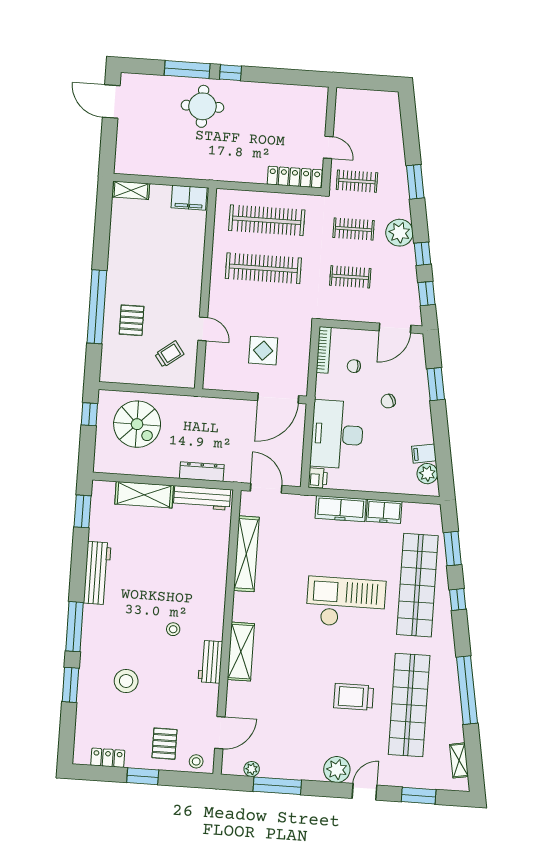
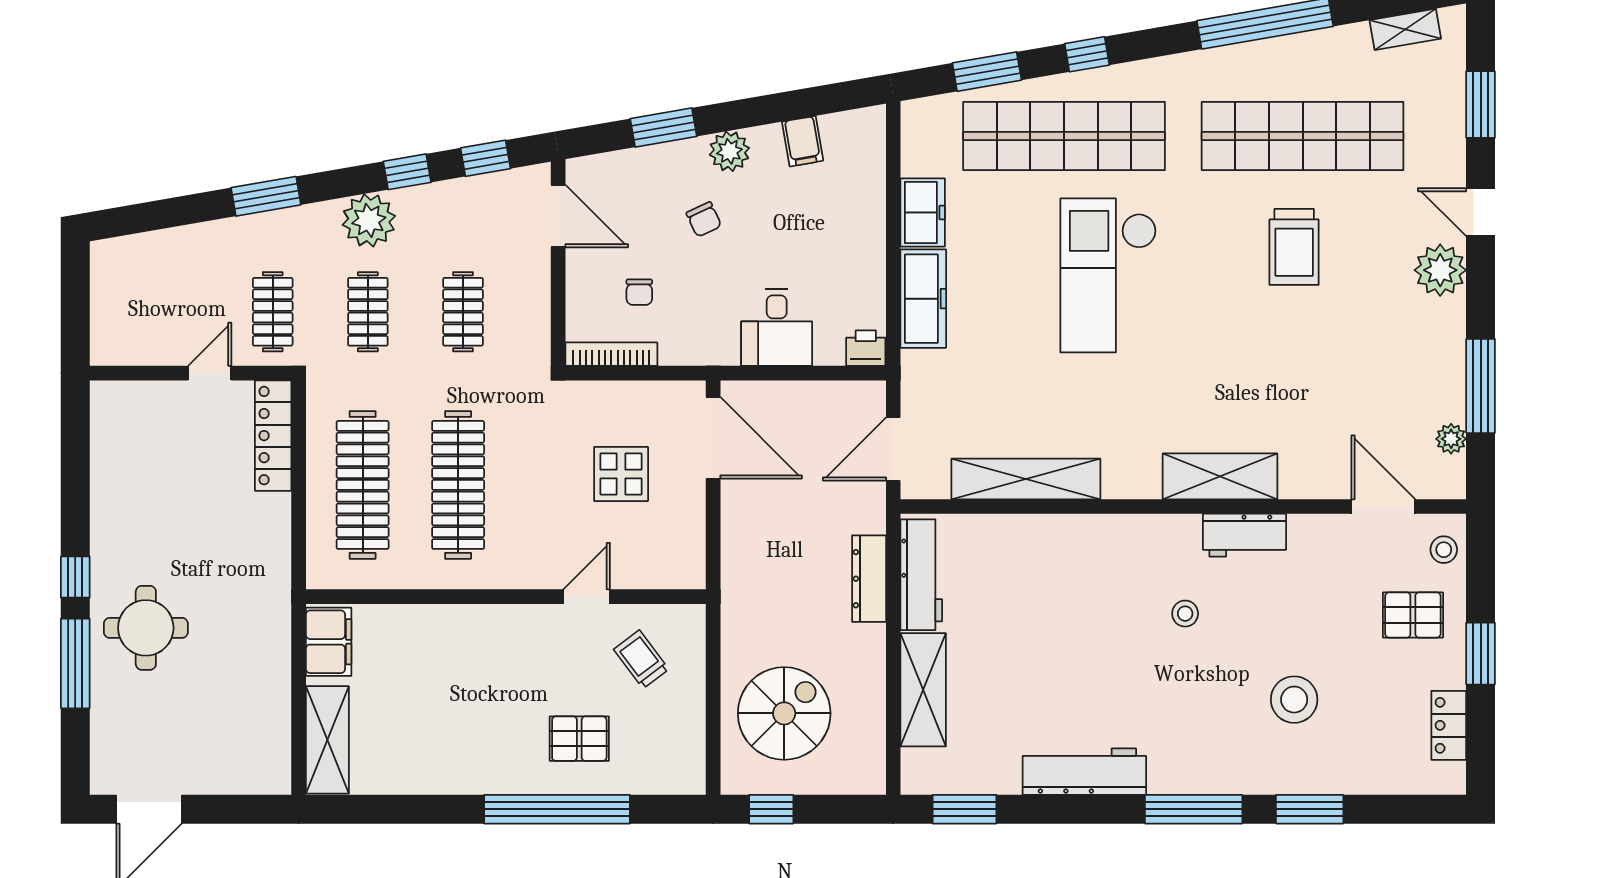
shelving: (131, 190) -> (327, 740), width x1.50, depth x1.33
desk: (337, 434) -> (777, 328), width x0.53, depth x0.77
plant: (427, 474) -> (729, 151), moved

